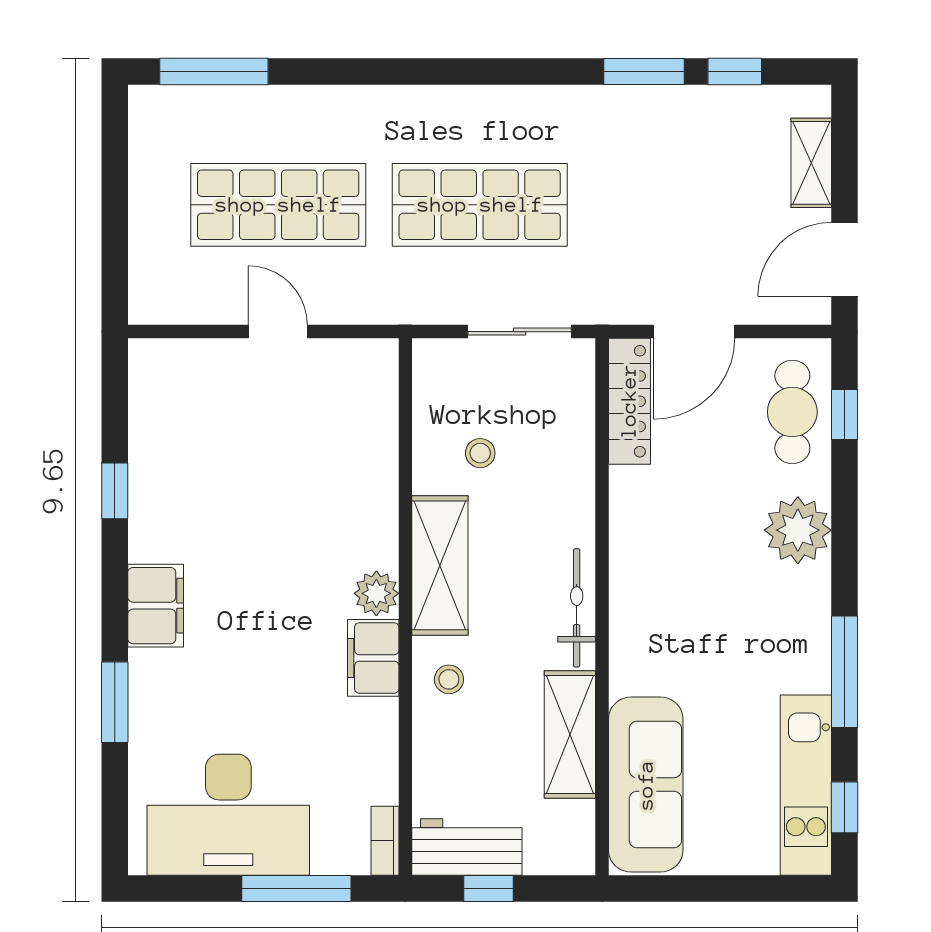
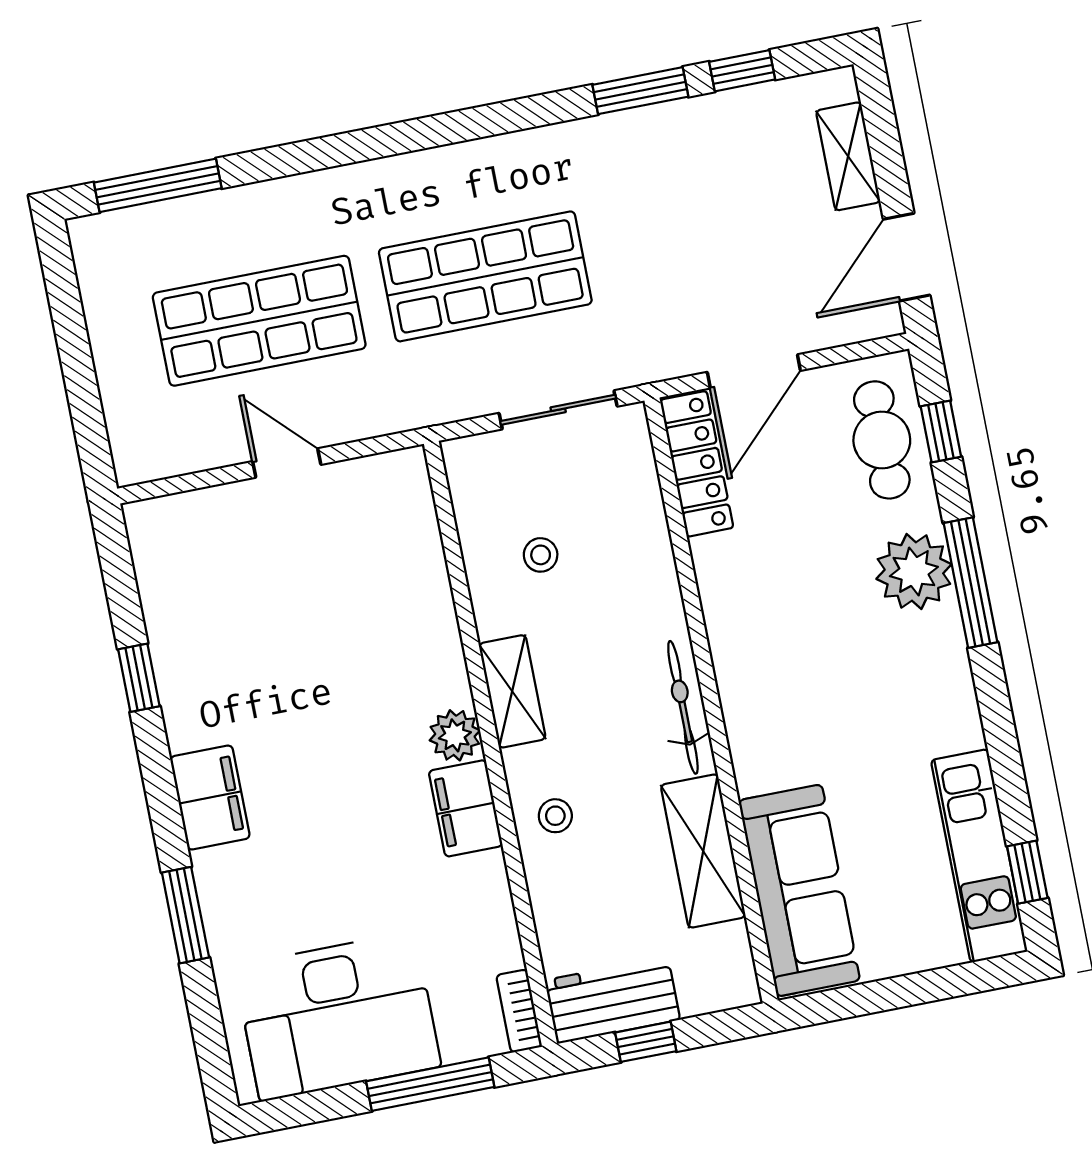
shelving: (440, 565) -> (512, 691), width x0.67, depth x0.75
window: (844, 672) -> (971, 583), moved

